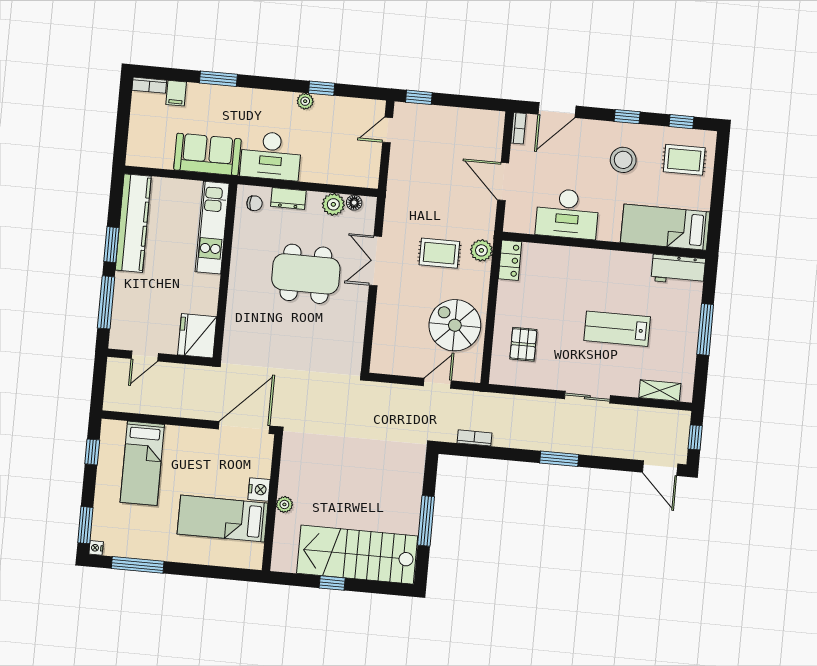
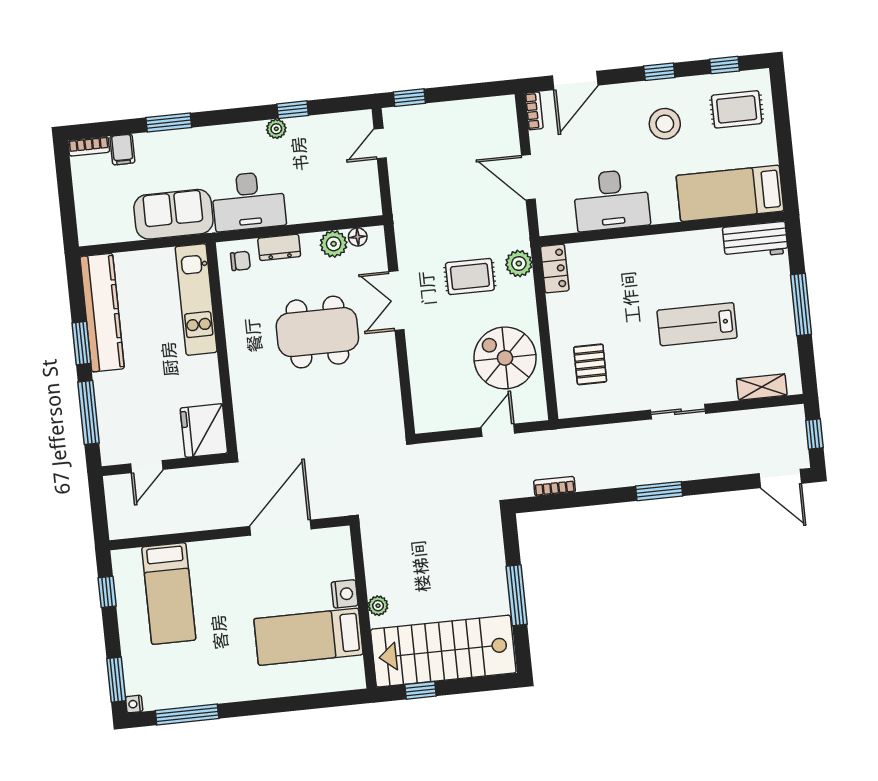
nightstand: (259, 489) -> (345, 594), moved
wall: (272, 503) -> (363, 606), moved
plant: (284, 504) -> (378, 606), moved
bed: (223, 519) -> (308, 637), moved

